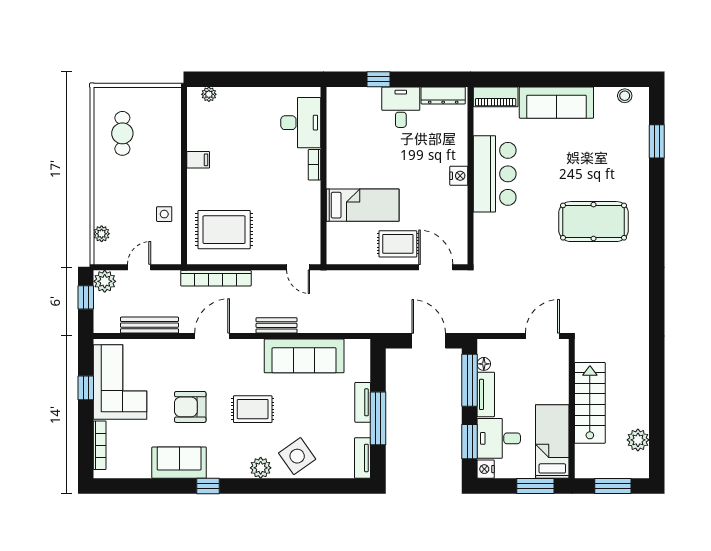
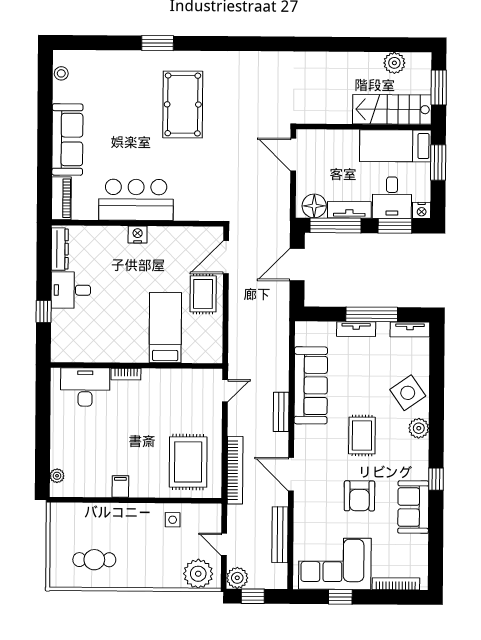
window: (657, 141) -> (158, 43), moved
plant: (102, 234) -> (198, 574), width x1.88, depth x1.88
floor lamp: (484, 364) -> (314, 206), width x1.89, depth x1.89
stairs: (590, 403) -> (392, 109), moved

